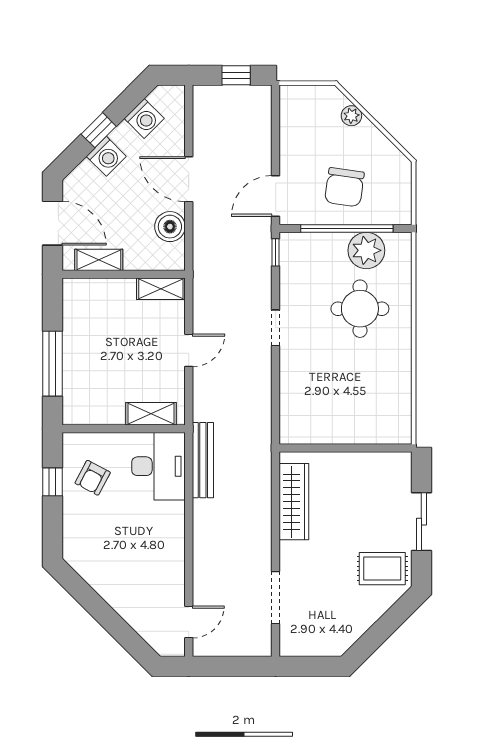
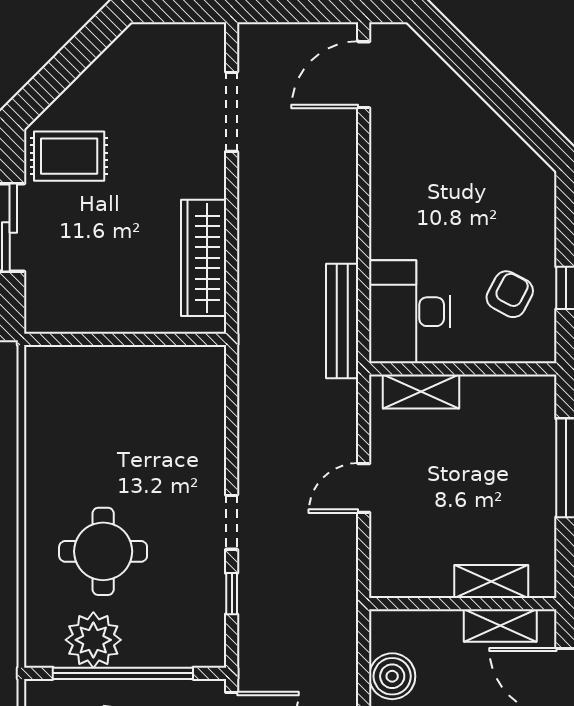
window: (276, 252) -> (232, 594), moved
shelving: (161, 289) -> (491, 582), moved
door: (189, 622) -> (364, 75), width x1.38

